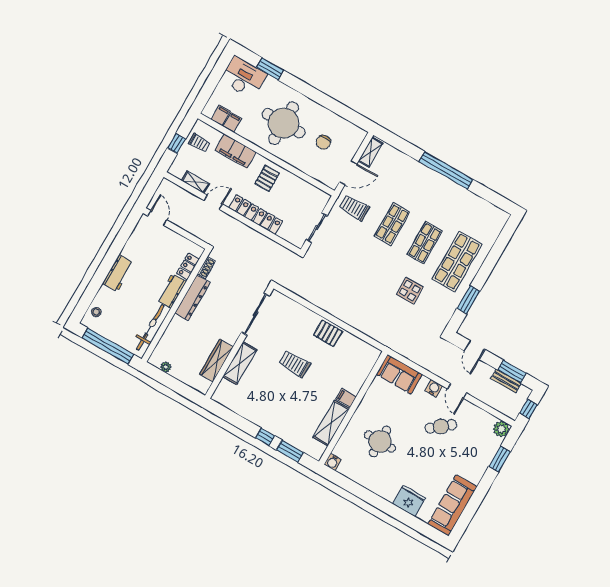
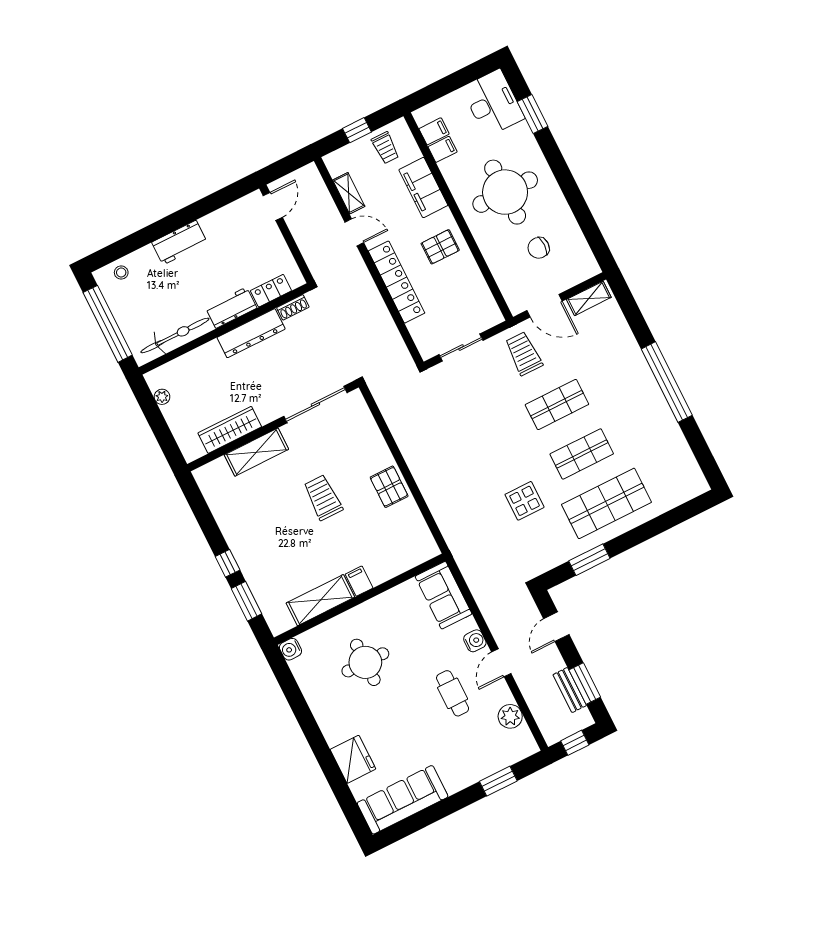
cafe table: (441, 426) -> (453, 693), turned 39
plant: (501, 429) -> (510, 716), moved

